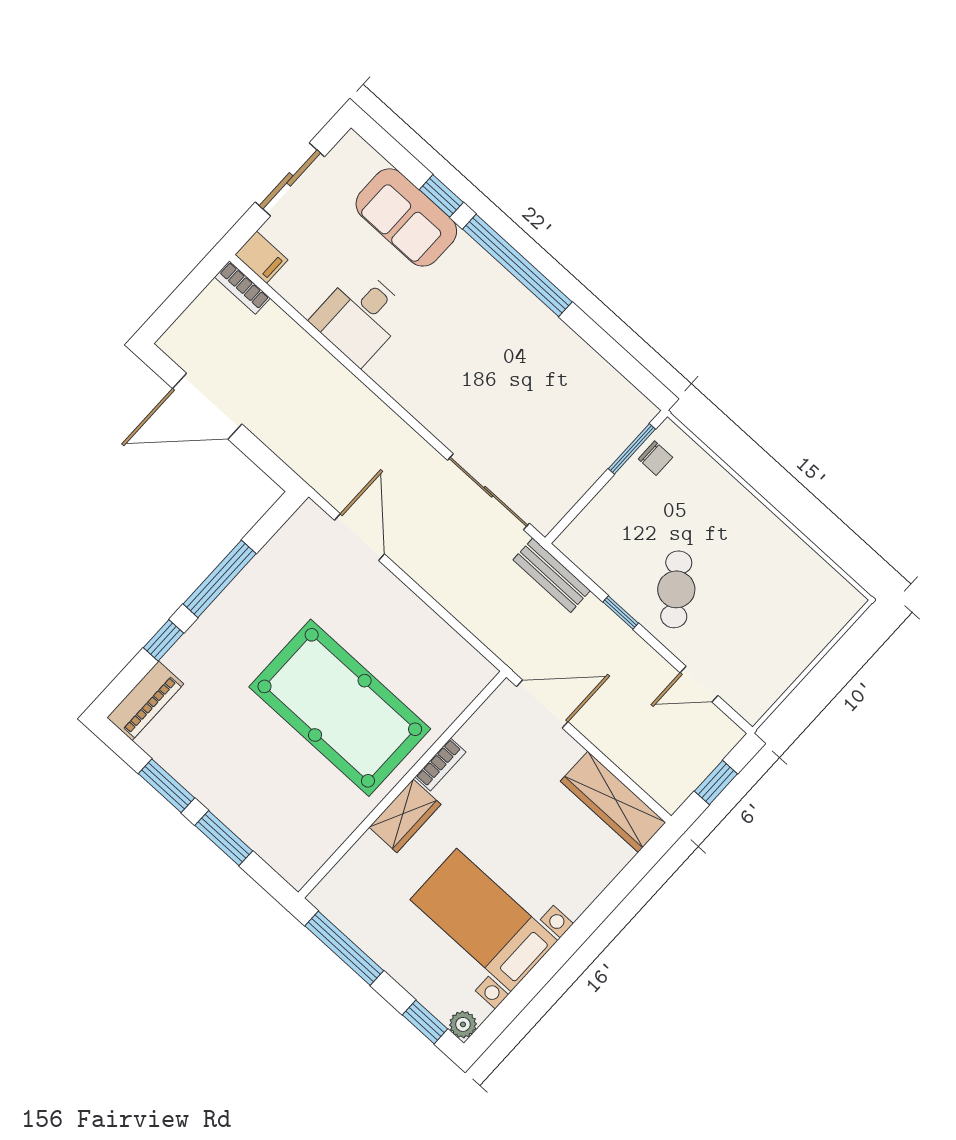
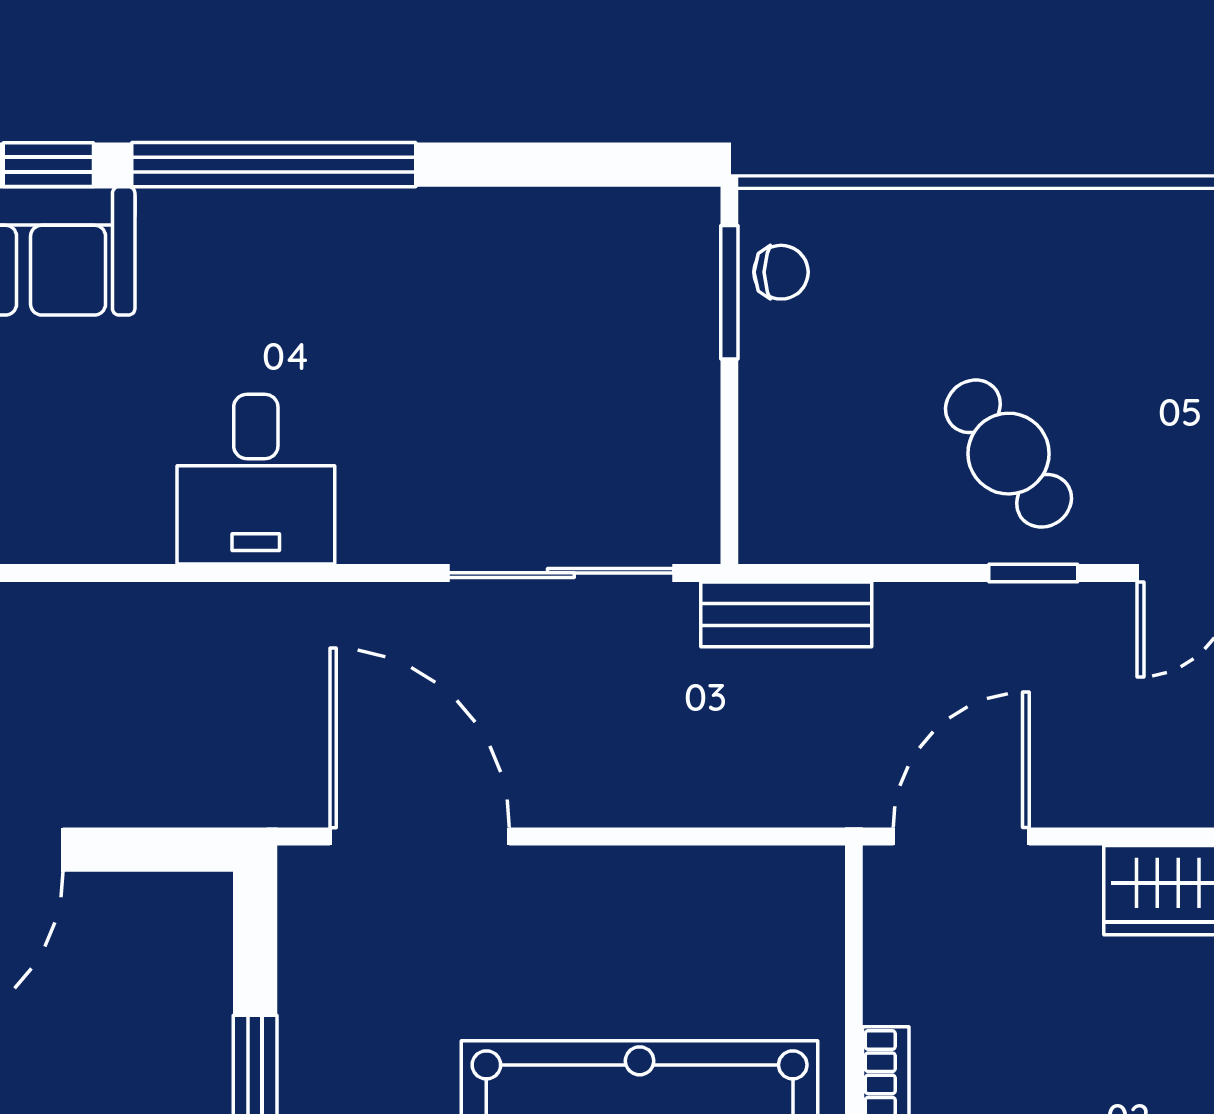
desk: (360, 317) -> (256, 479), moved
door: (360, 537) -> (420, 836), width x1.36
window: (621, 612) -> (1033, 573), moved

